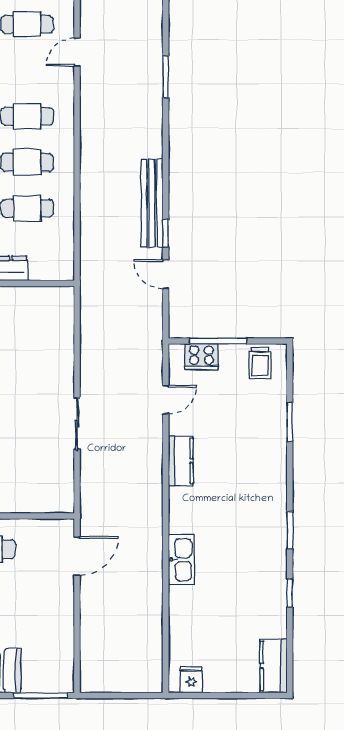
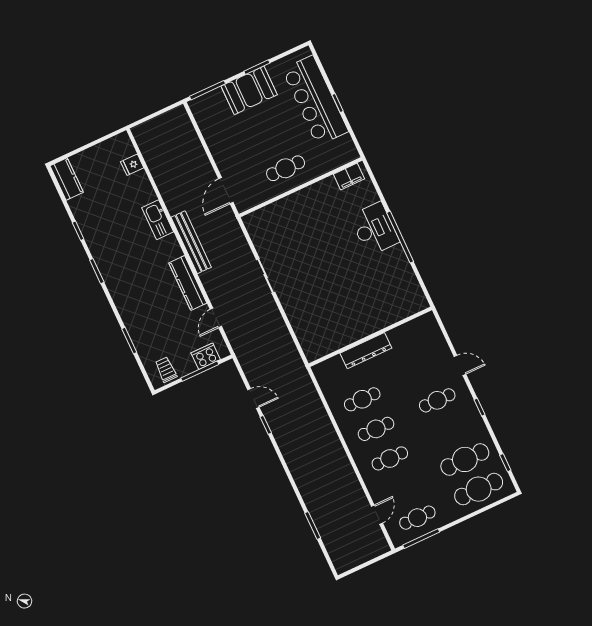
bench: (152, 203) -> (191, 242), moved
kitchen counter: (181, 461) -> (188, 283), width x1.50
fridge: (191, 680) -> (132, 165), moved, turned 90

